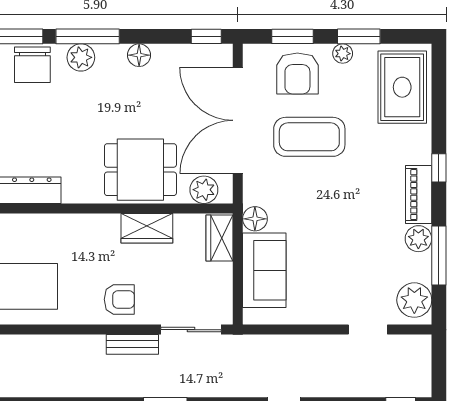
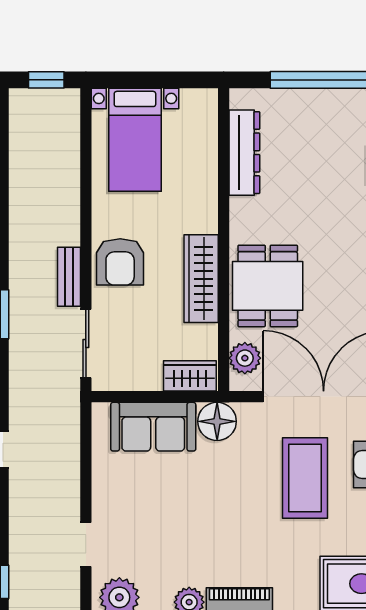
floor lamp: (255, 219) -> (217, 421), width x1.38, depth x1.38
wardrobe: (147, 228) -> (201, 279), width x1.50
armchair: (119, 299) -> (120, 262), width x1.38, depth x1.38

